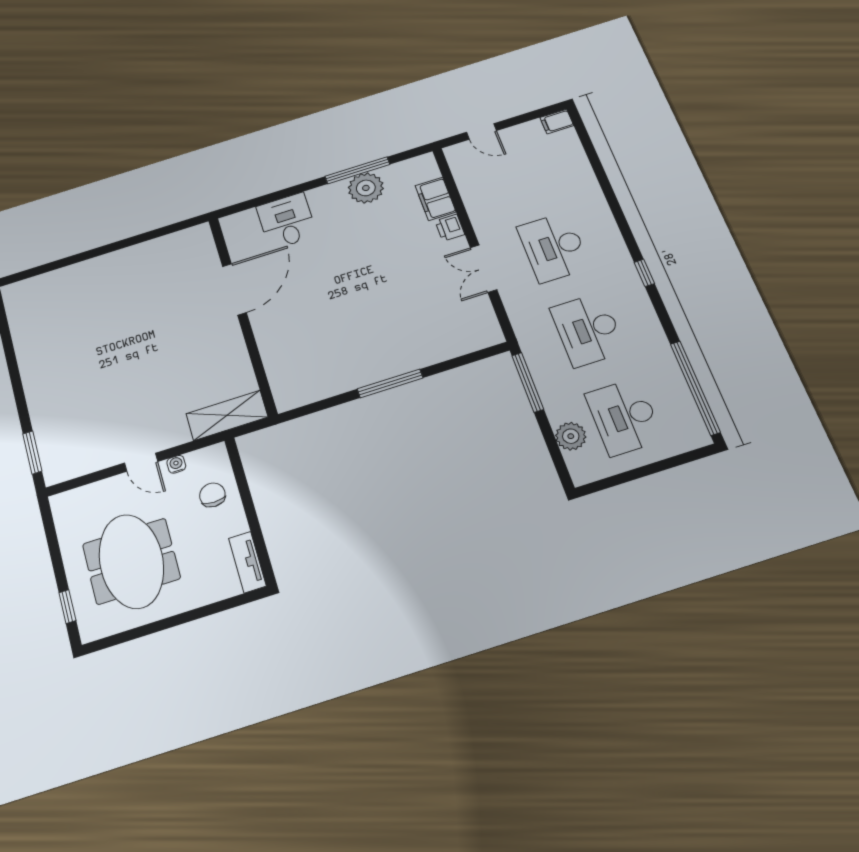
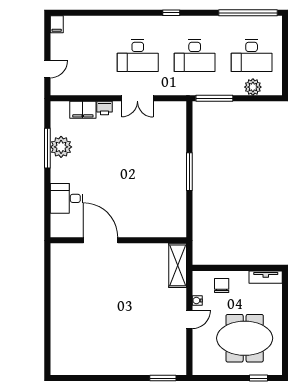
chair: (212, 495) -> (222, 286), turned 90

